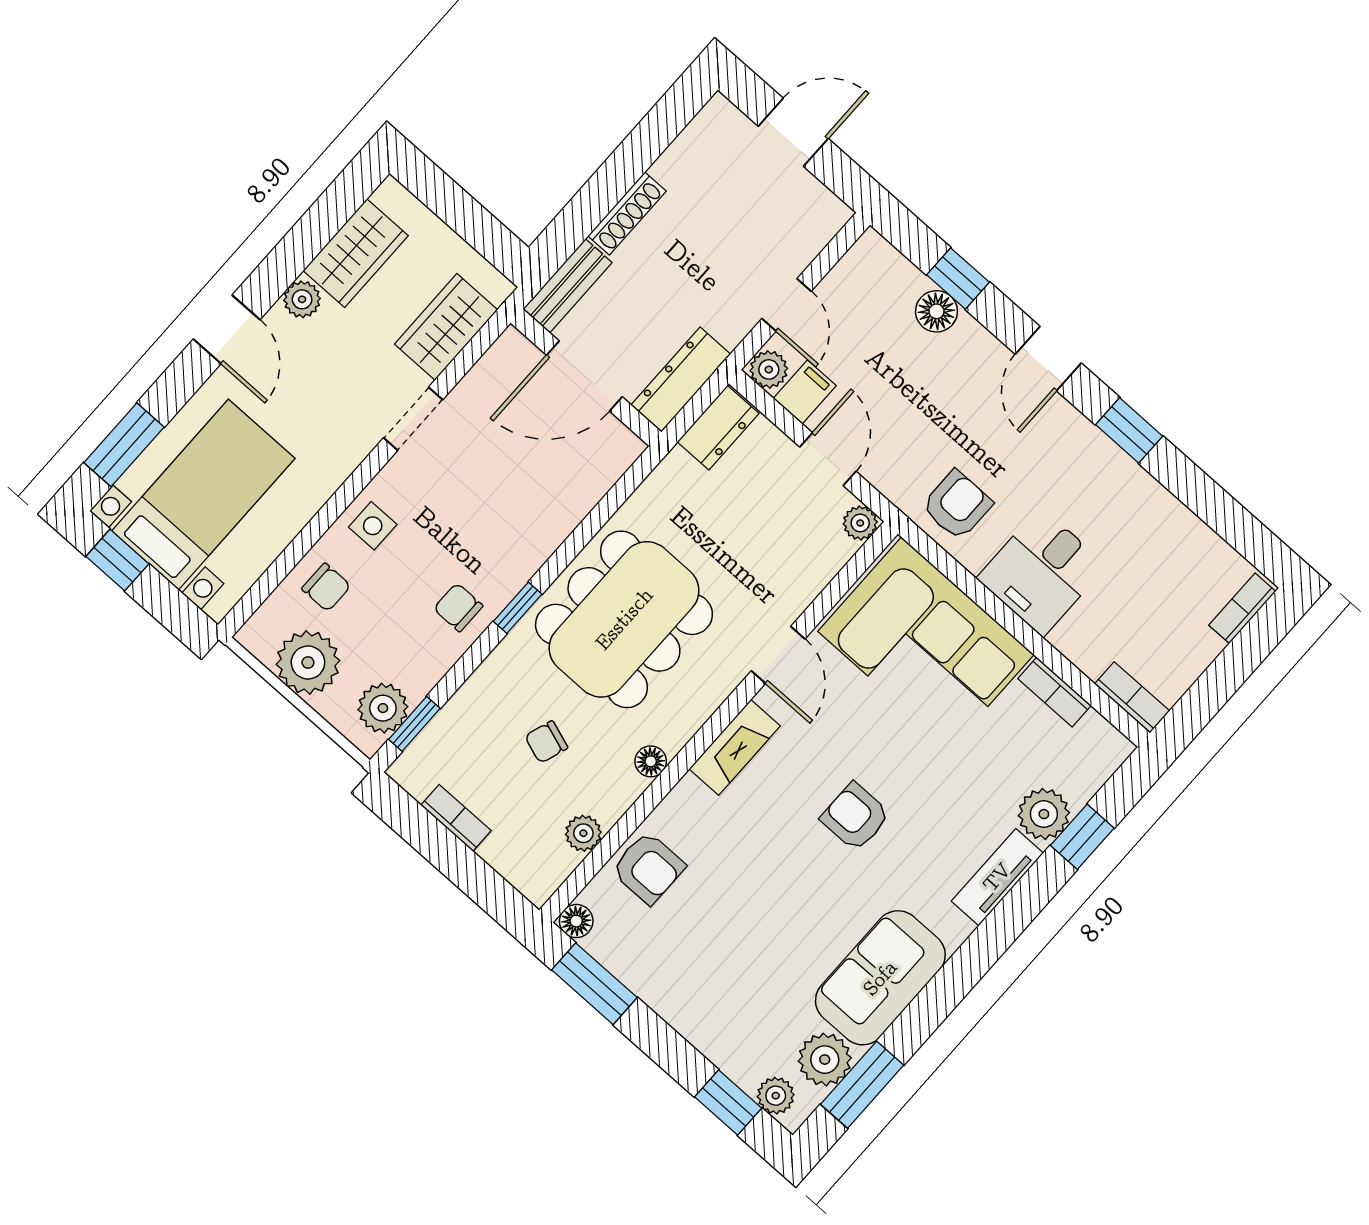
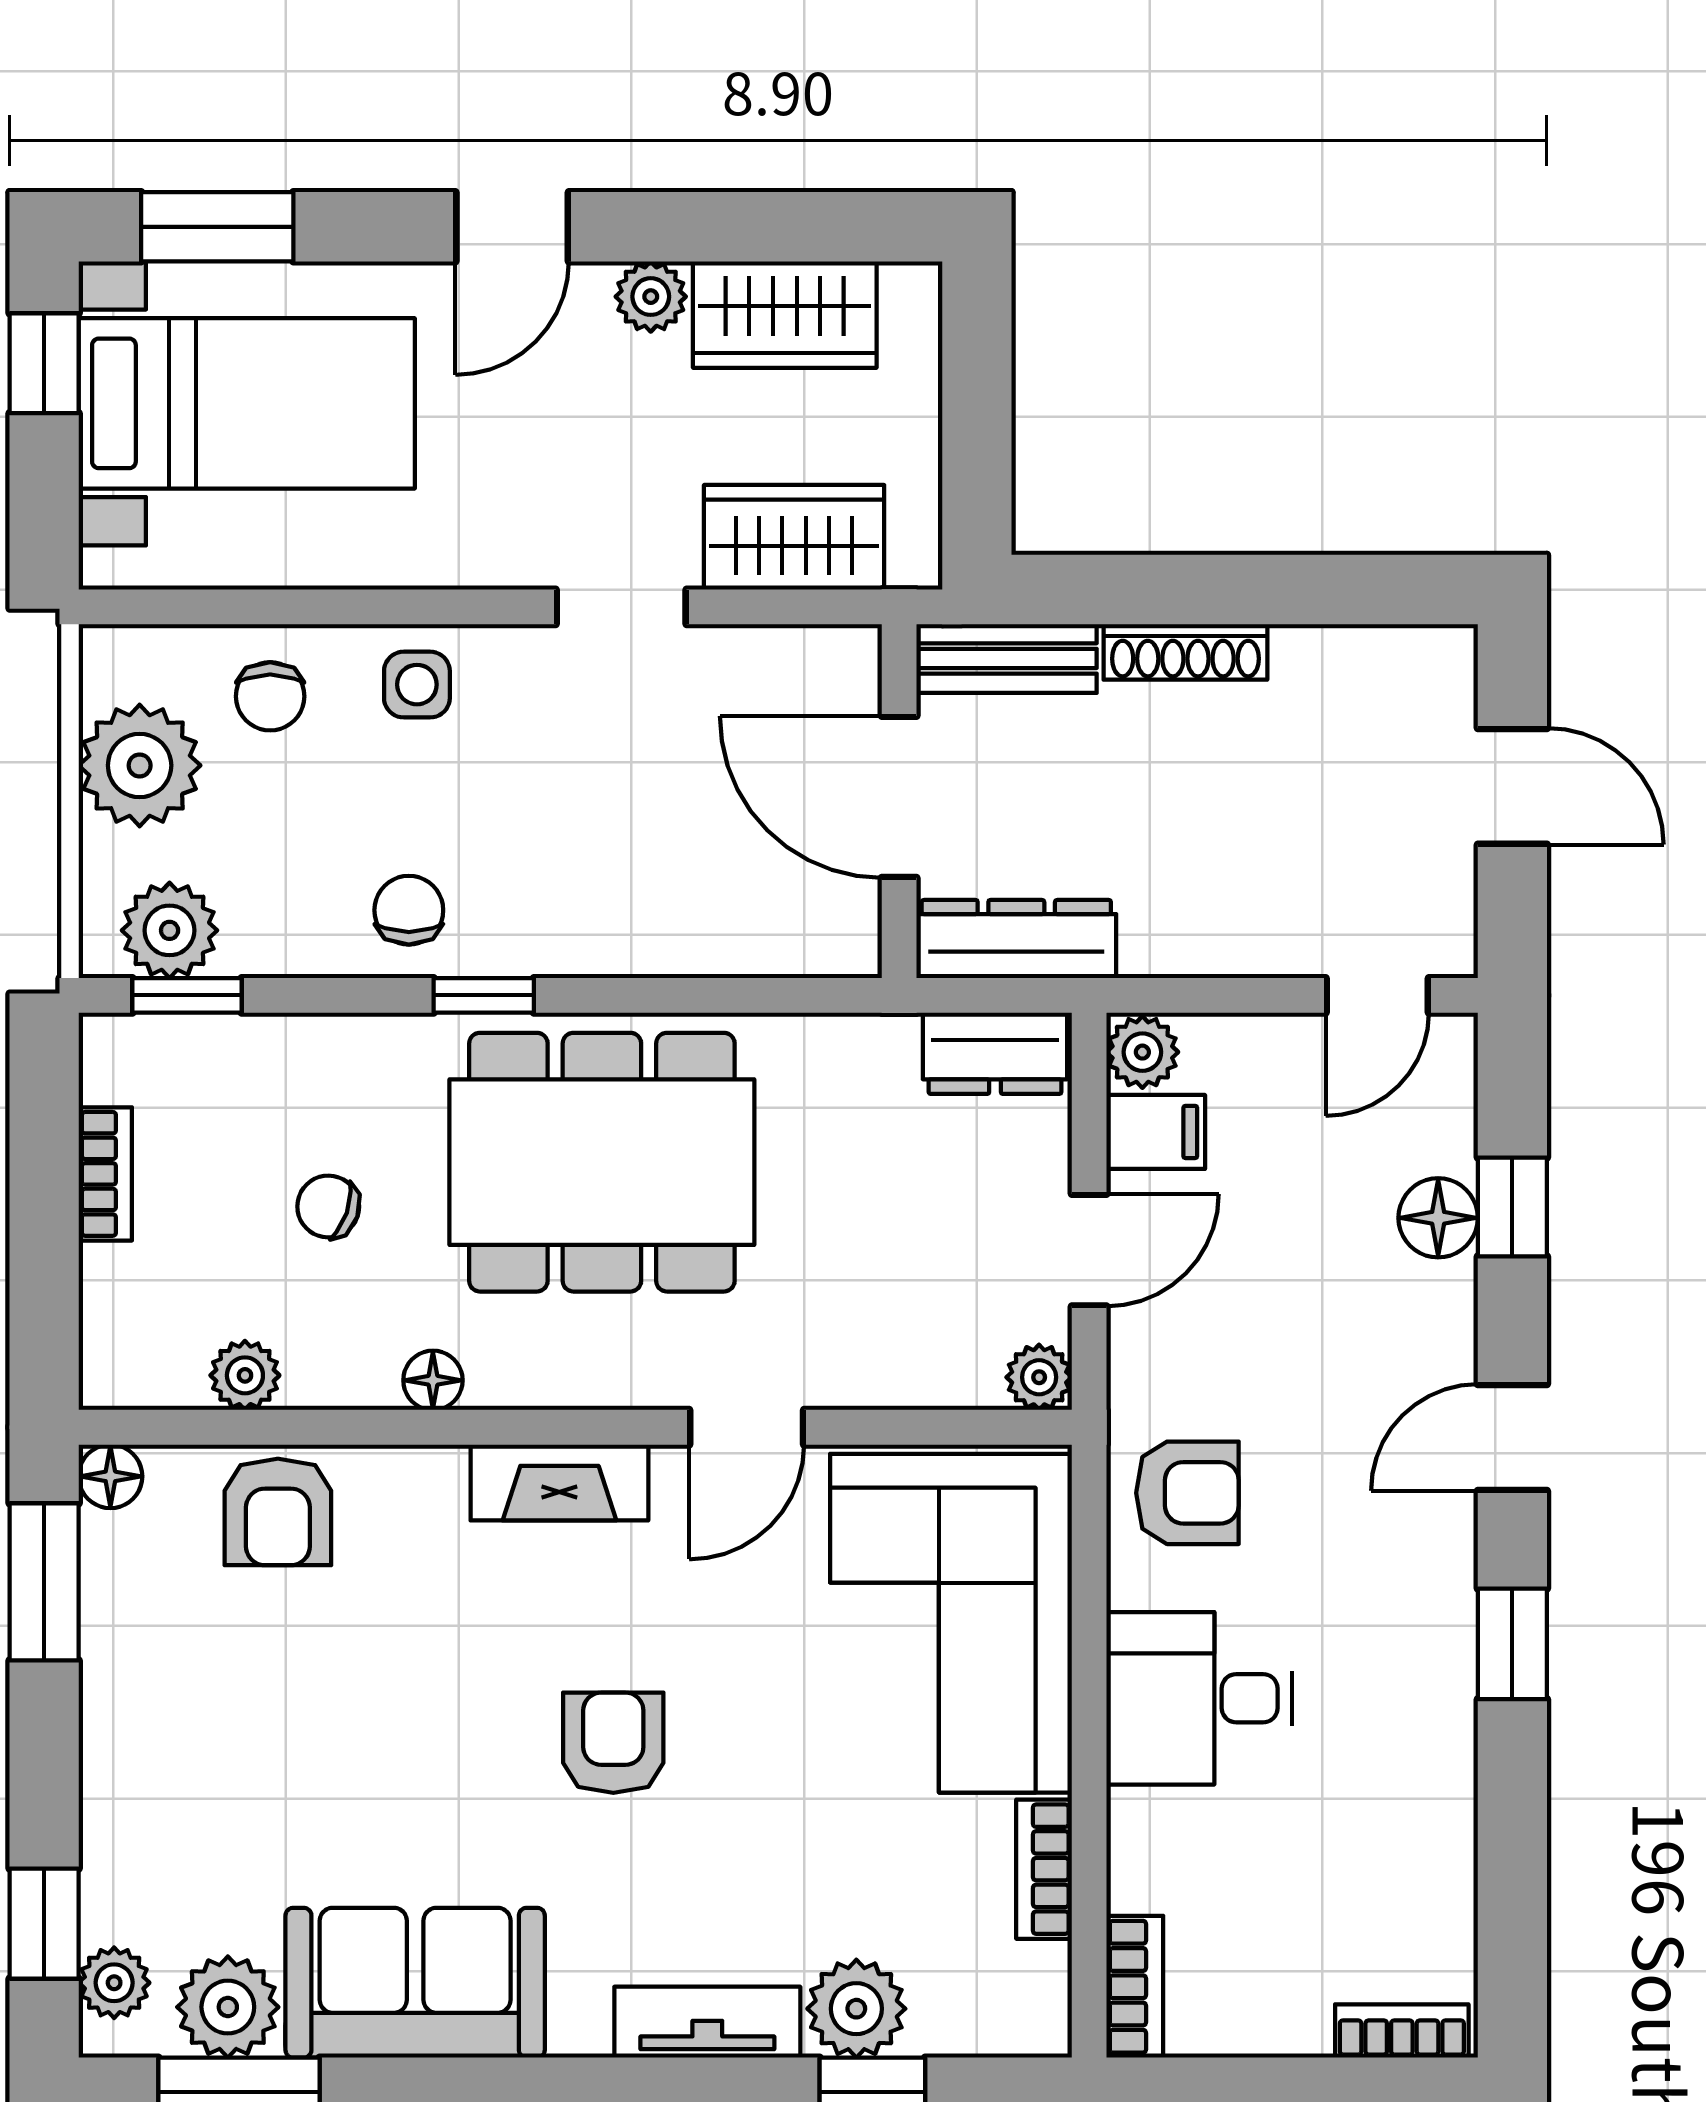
door: (786, 305) -> (1377, 995), moved

